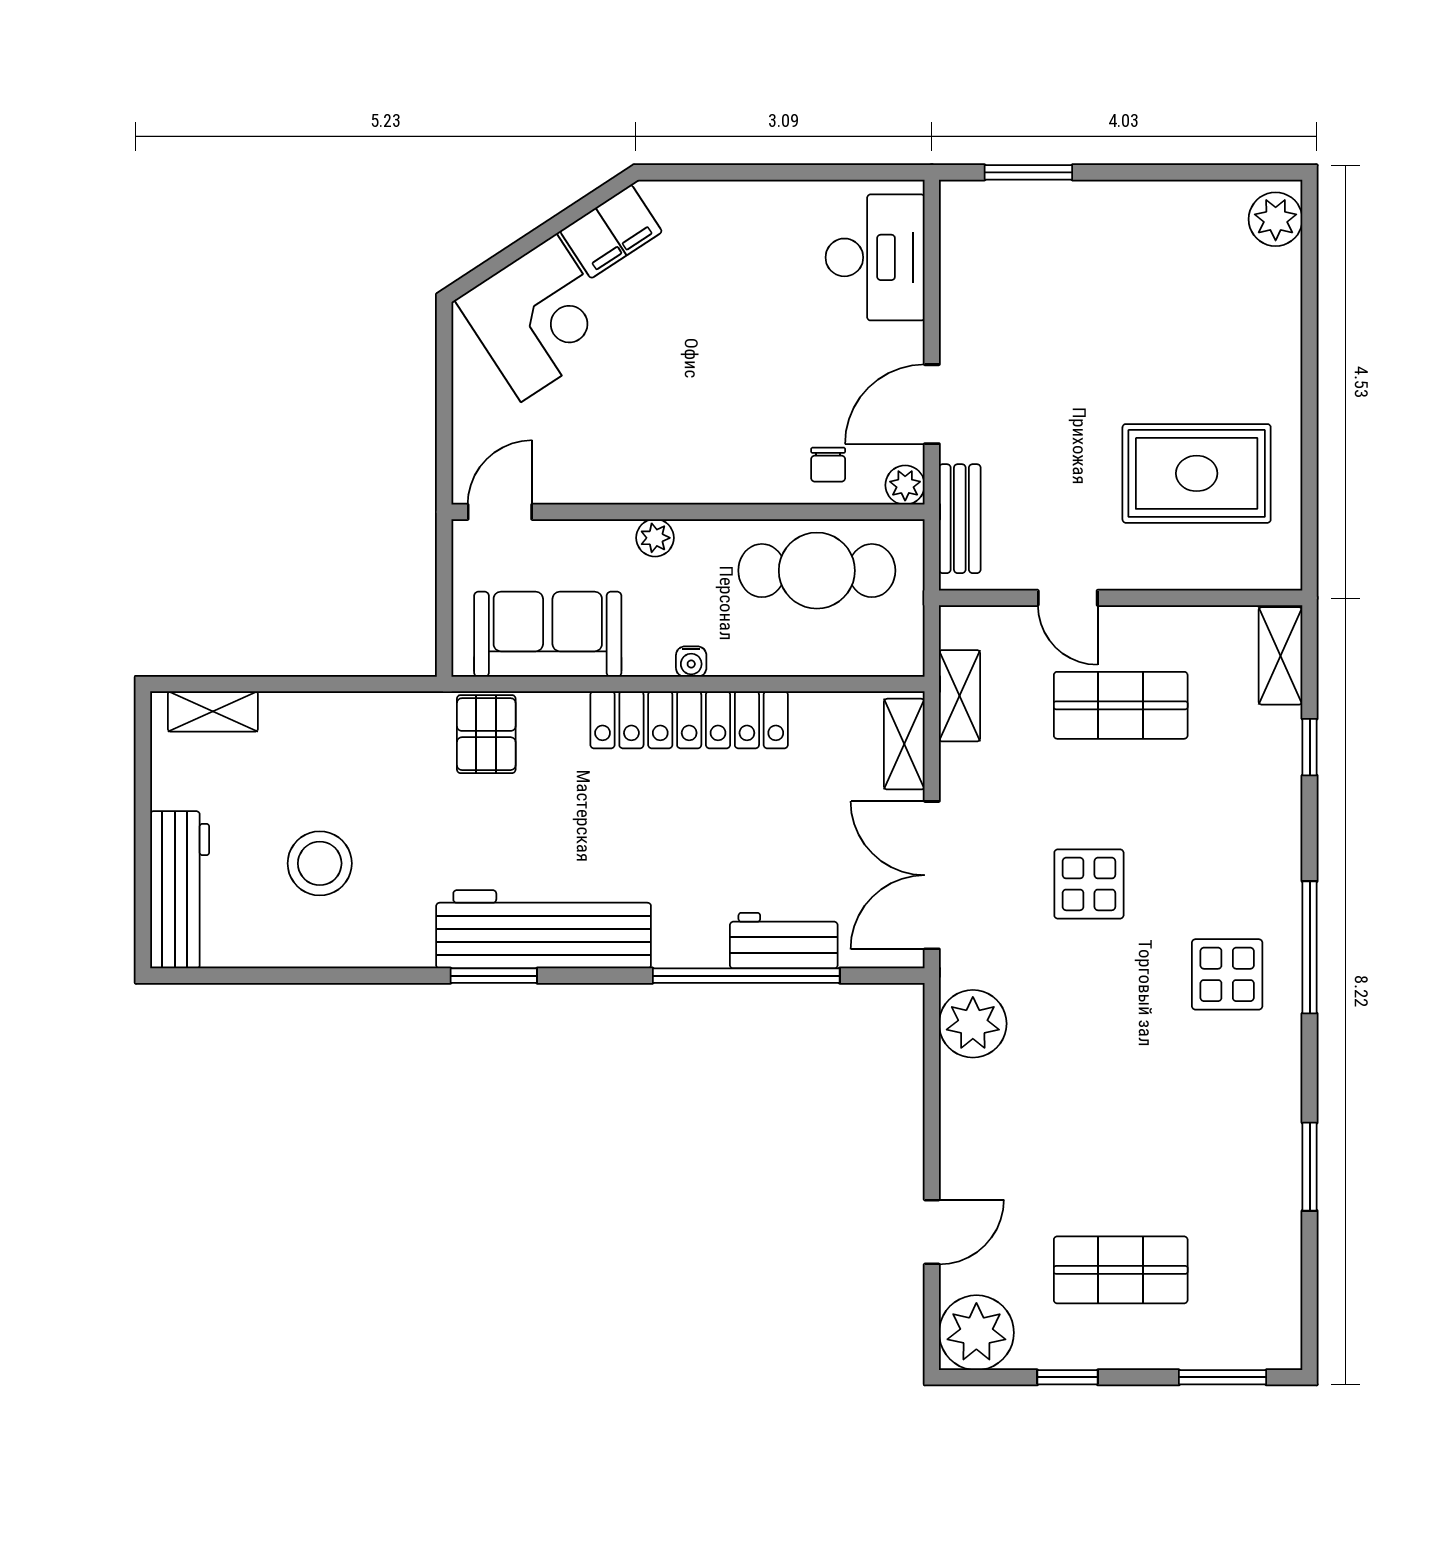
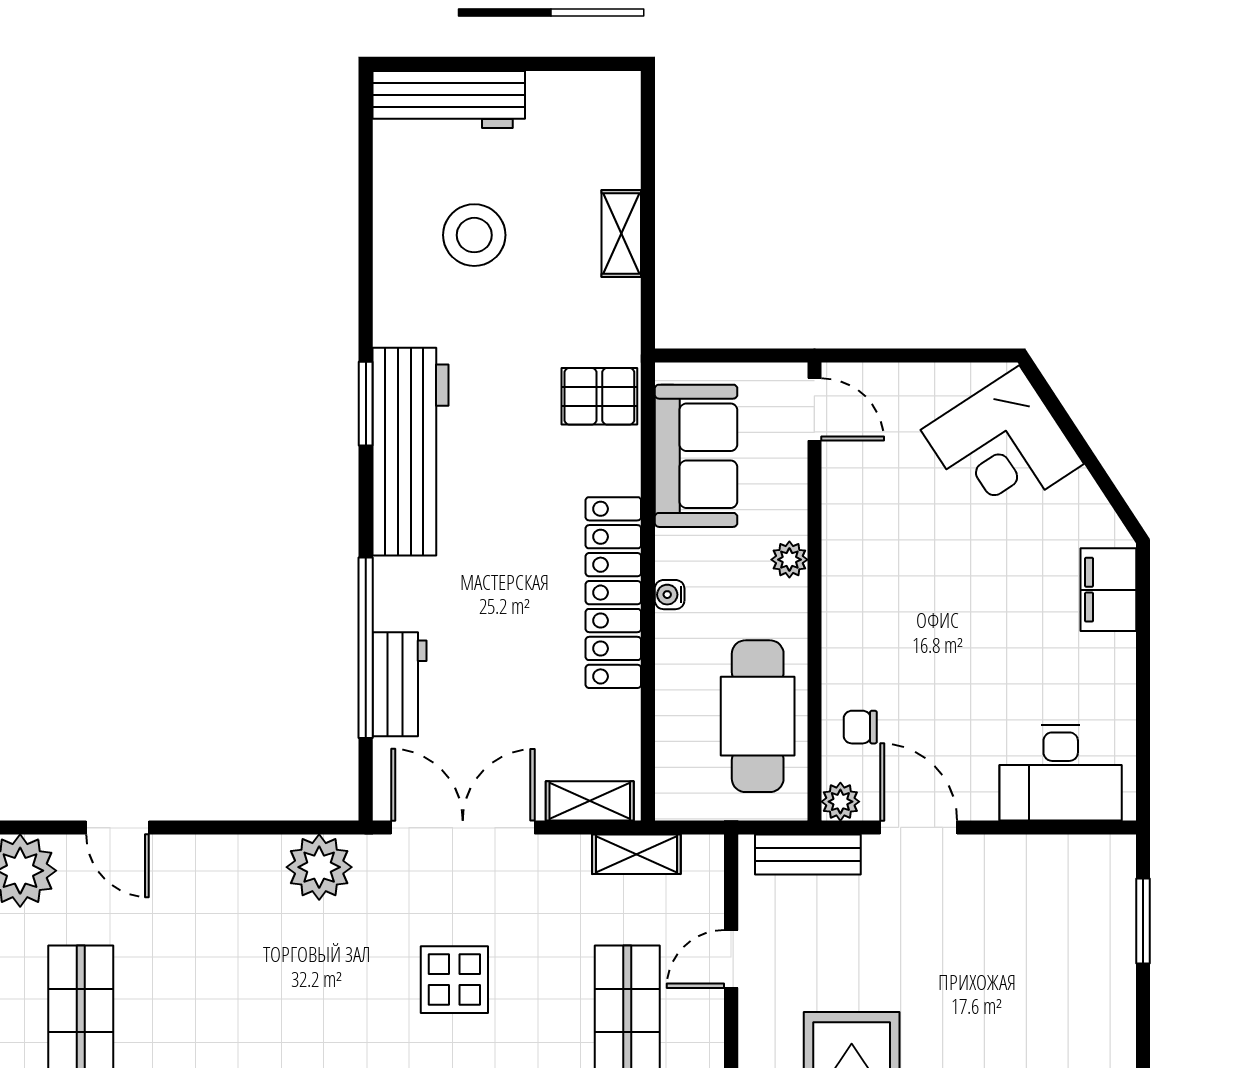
filing cabinet: (611, 231) -> (1108, 590), moved, turned 33
shelving: (213, 711) -> (621, 233), moved

